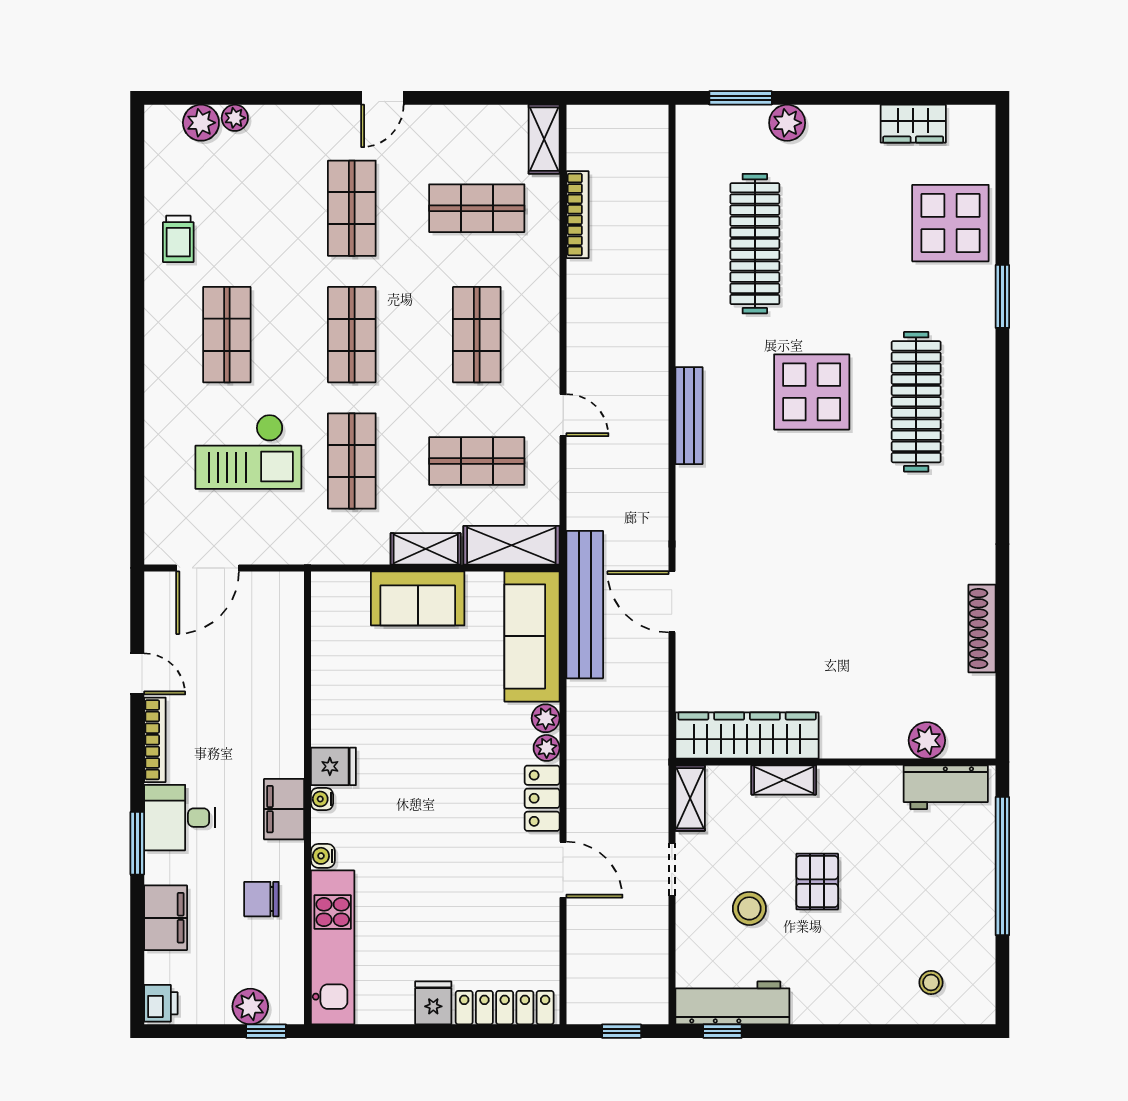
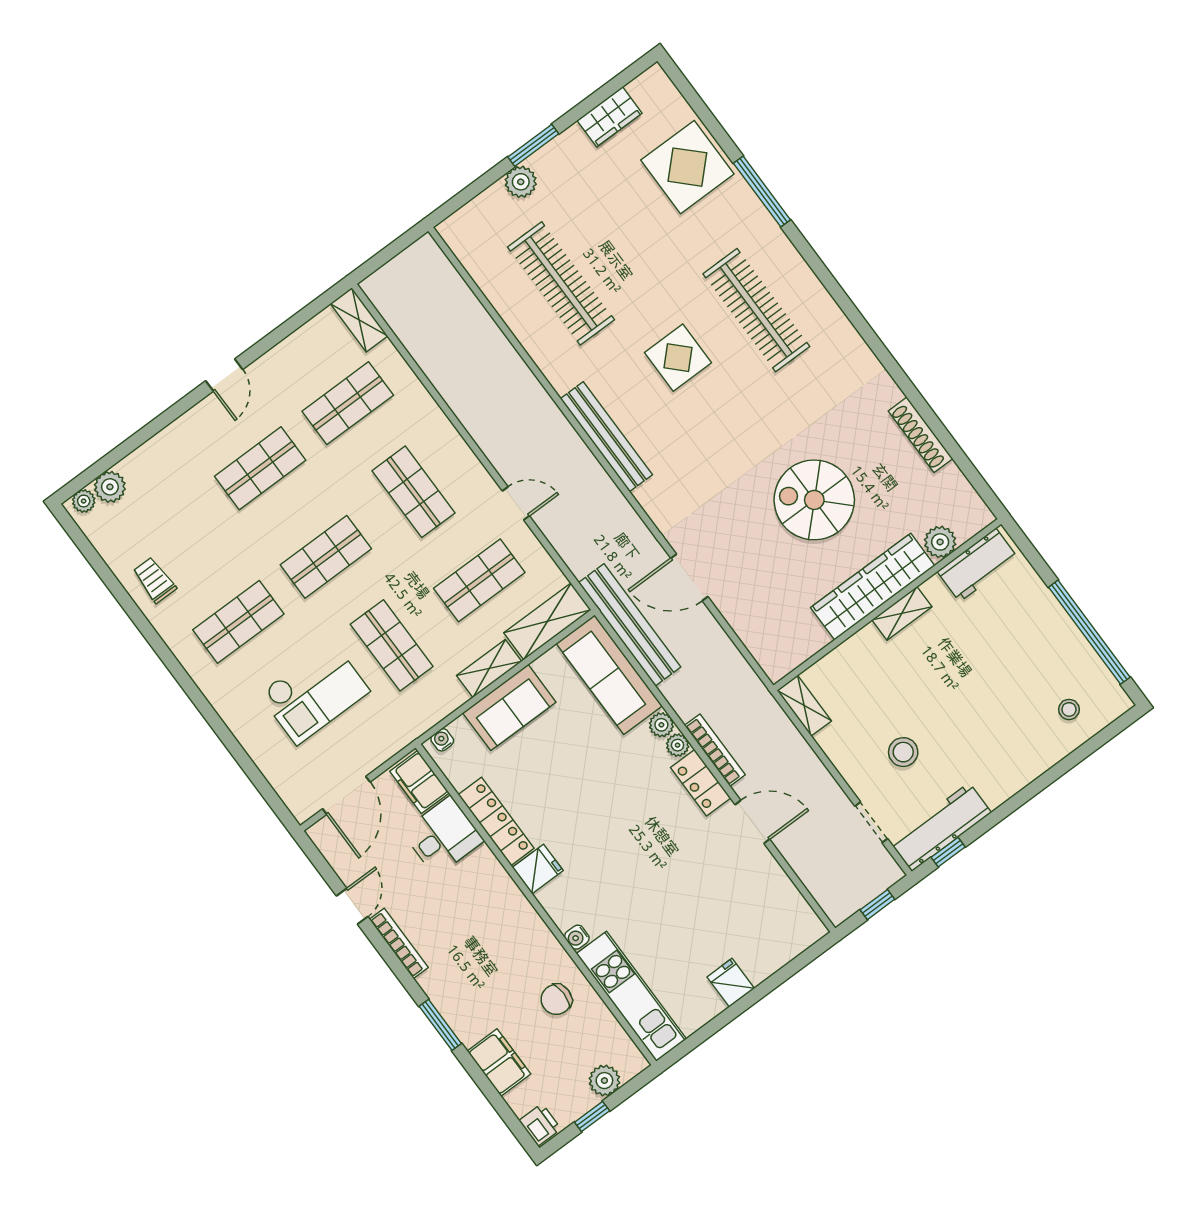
window: (741, 98) -> (533, 145), moved
plant: (235, 118) -> (84, 501), moved
shop shelf: (352, 208) -> (260, 468), turned 90
bookcase: (578, 215) -> (715, 750), moved
trolley: (178, 239) -> (154, 580), turned 180
window: (1002, 296) -> (762, 191), width x1.44
shop shelf: (227, 335) -> (238, 622), turned 90
shop shelf: (352, 335) -> (326, 557), turned 90
display table: (812, 392) -> (678, 358), width x0.73, depth x0.73
bench: (689, 416) -> (606, 437), width x1.37, depth x1.21
spiral stairs: (840, 616) -> (814, 500), added
door: (137, 674) -> (352, 906), hinge flipped
wardrobe: (747, 735) -> (873, 587), moved
shelving: (784, 780) -> (902, 613), moved
water cooler: (322, 799) -> (442, 740), moved, turned 90
filing cabinet: (284, 809) -> (420, 782), moved
desk: (179, 818) -> (443, 836), moved, turned 180
window: (1002, 866) -> (1089, 632), moved
doorway: (672, 870) -> (871, 822), moved
pallet: (817, 882) -> (937, 698), removed
locker: (505, 1008) -> (496, 821), moved, turned 90
window: (266, 1031) -> (592, 1117), moved

